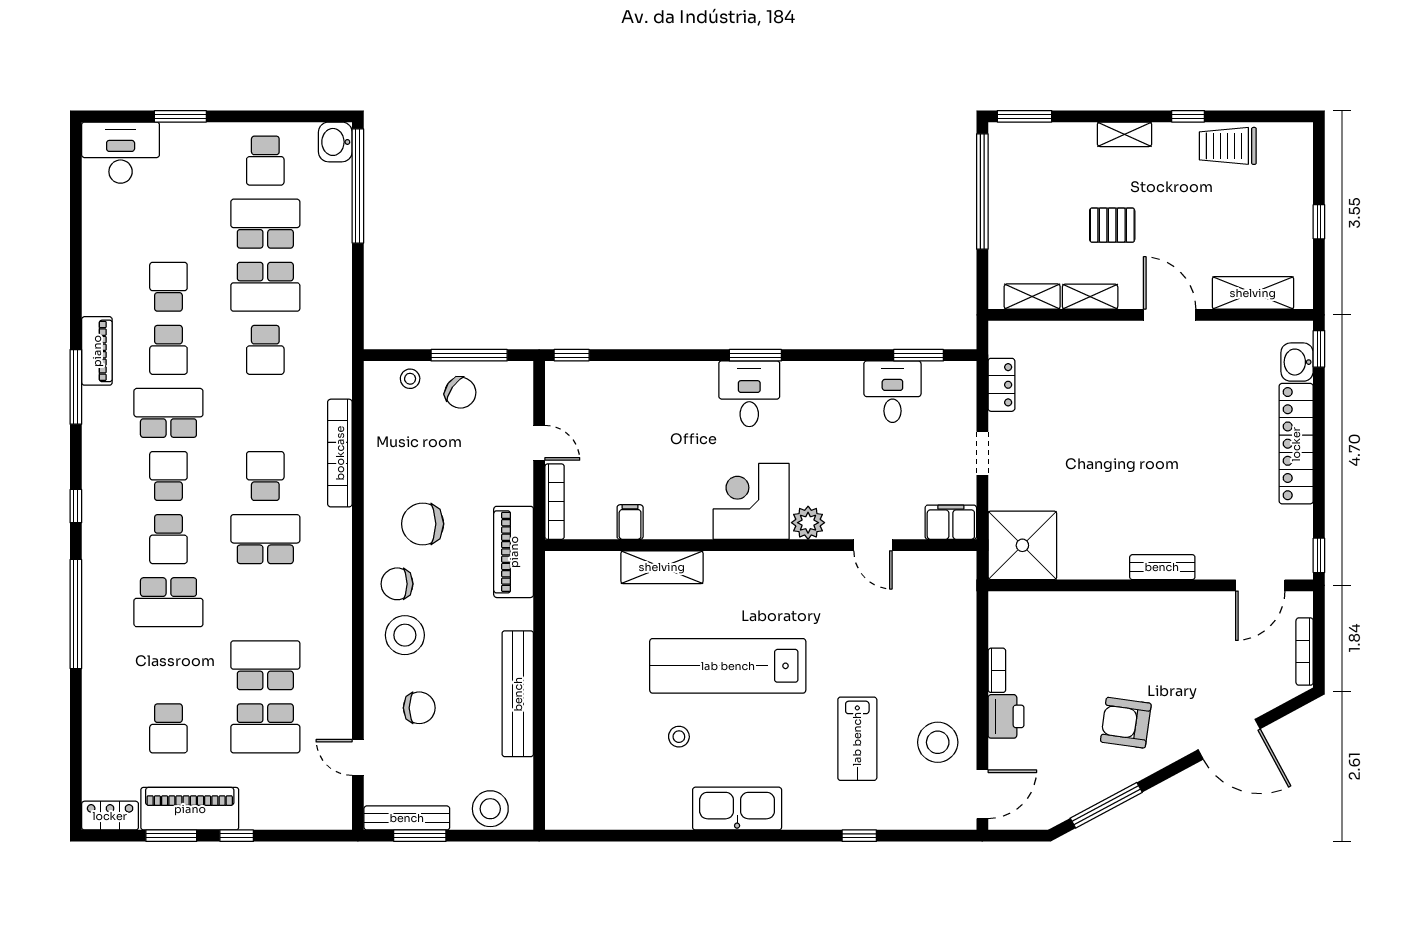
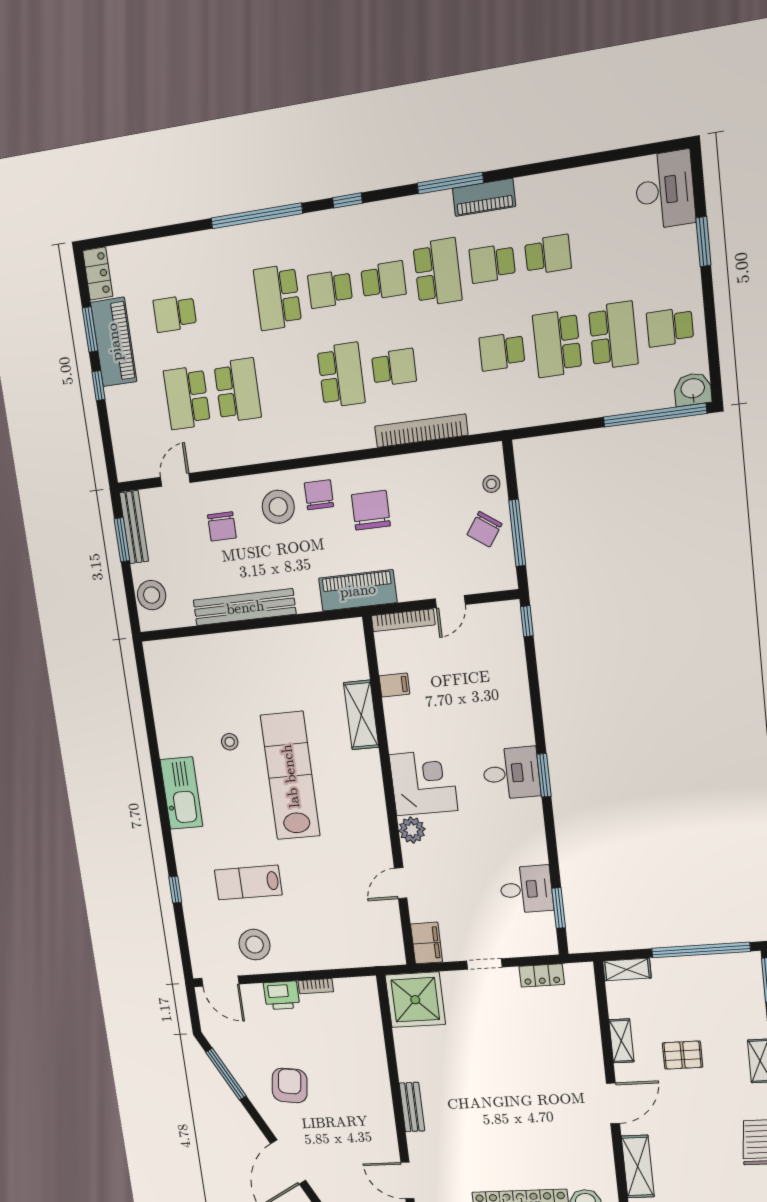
pallet: (1112, 225) -> (683, 1055), turned 90
shelving: (1032, 297) -> (627, 969), moved, turned 90

